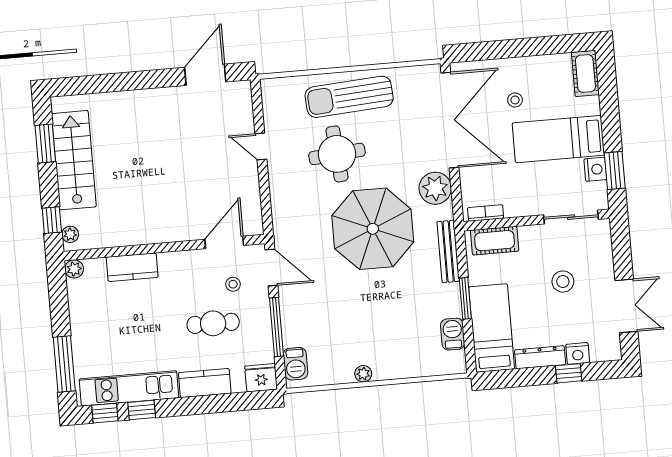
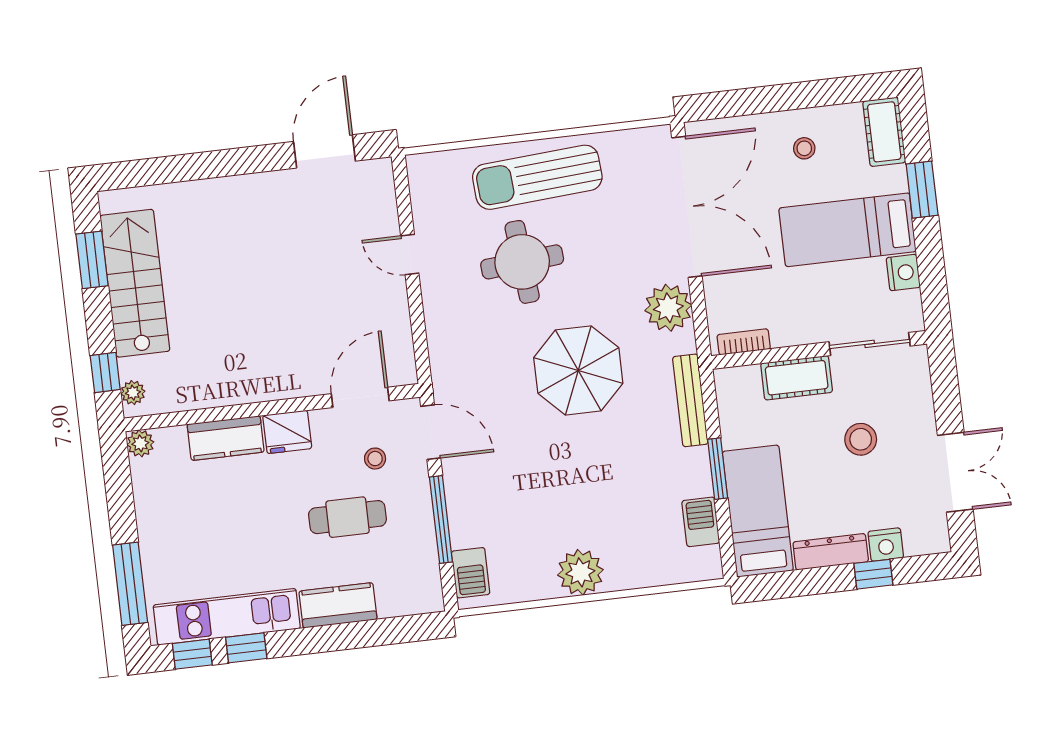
stool: (515, 100) -> (804, 148), moved
window: (615, 171) -> (922, 190), moved
parasol: (373, 229) -> (578, 370), width x0.73, depth x0.73
cot: (495, 241) -> (797, 378), moved
plant: (363, 374) -> (580, 572), width x1.87, depth x1.87
fridge: (261, 378) -> (287, 432), moved, turned 180

